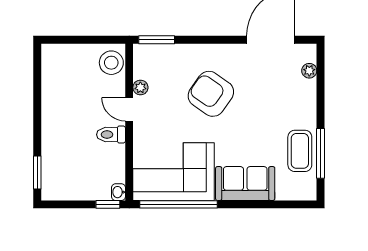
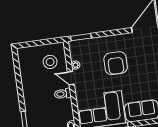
stool: (111, 63) -> (50, 62), moved
armchair: (211, 94) -> (116, 63), turned -125

